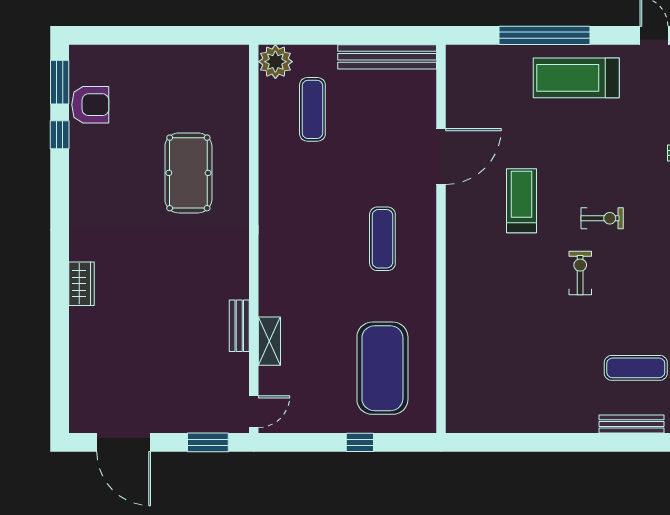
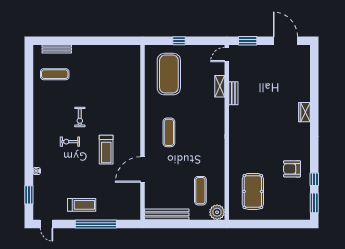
treadmill: (576, 78) -> (82, 205), width x0.73, depth x0.73
armchair: (90, 105) -> (292, 169), moved
pool table: (188, 173) -> (253, 191), moved

